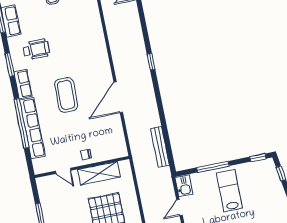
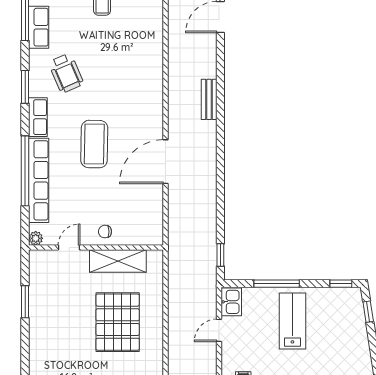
wheelchair: (36, 49) -> (66, 73), turned 67
window: (151, 62) -> (220, 255), moved
bench: (160, 147) -> (209, 99), moved, width x0.73
plant: (38, 169) -> (36, 238), added
door: (63, 171) -> (69, 248), swing flipped

